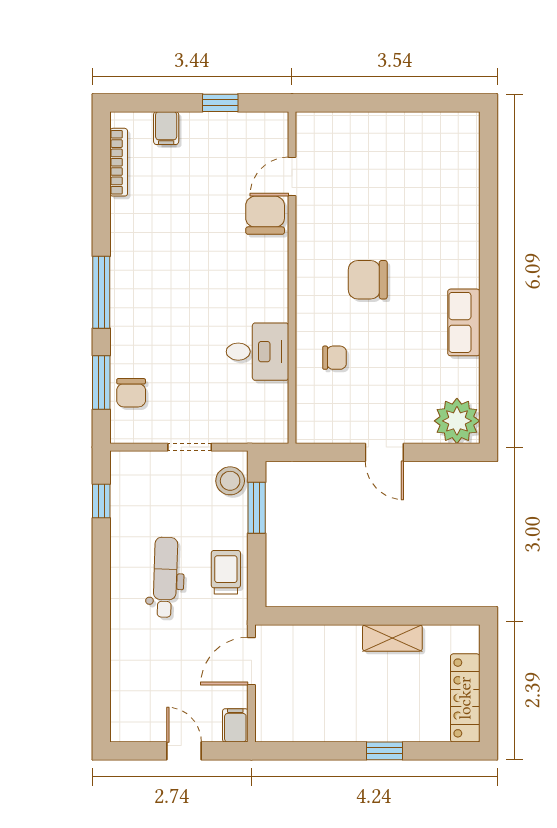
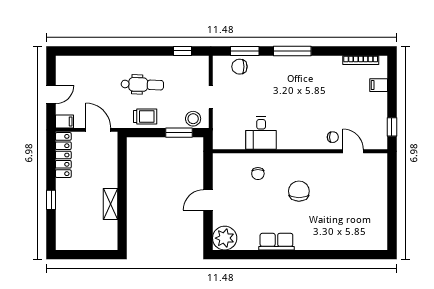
window: (220, 103) -> (392, 127), moved
chair: (265, 215) -> (333, 137), width x0.54, depth x0.54
locker: (465, 698) -> (63, 155), moved, turned 90

